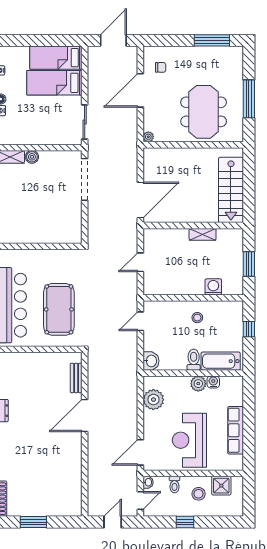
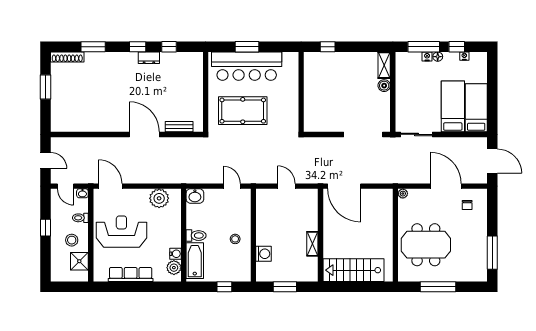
plant: (198, 384) -> (174, 268), moved

